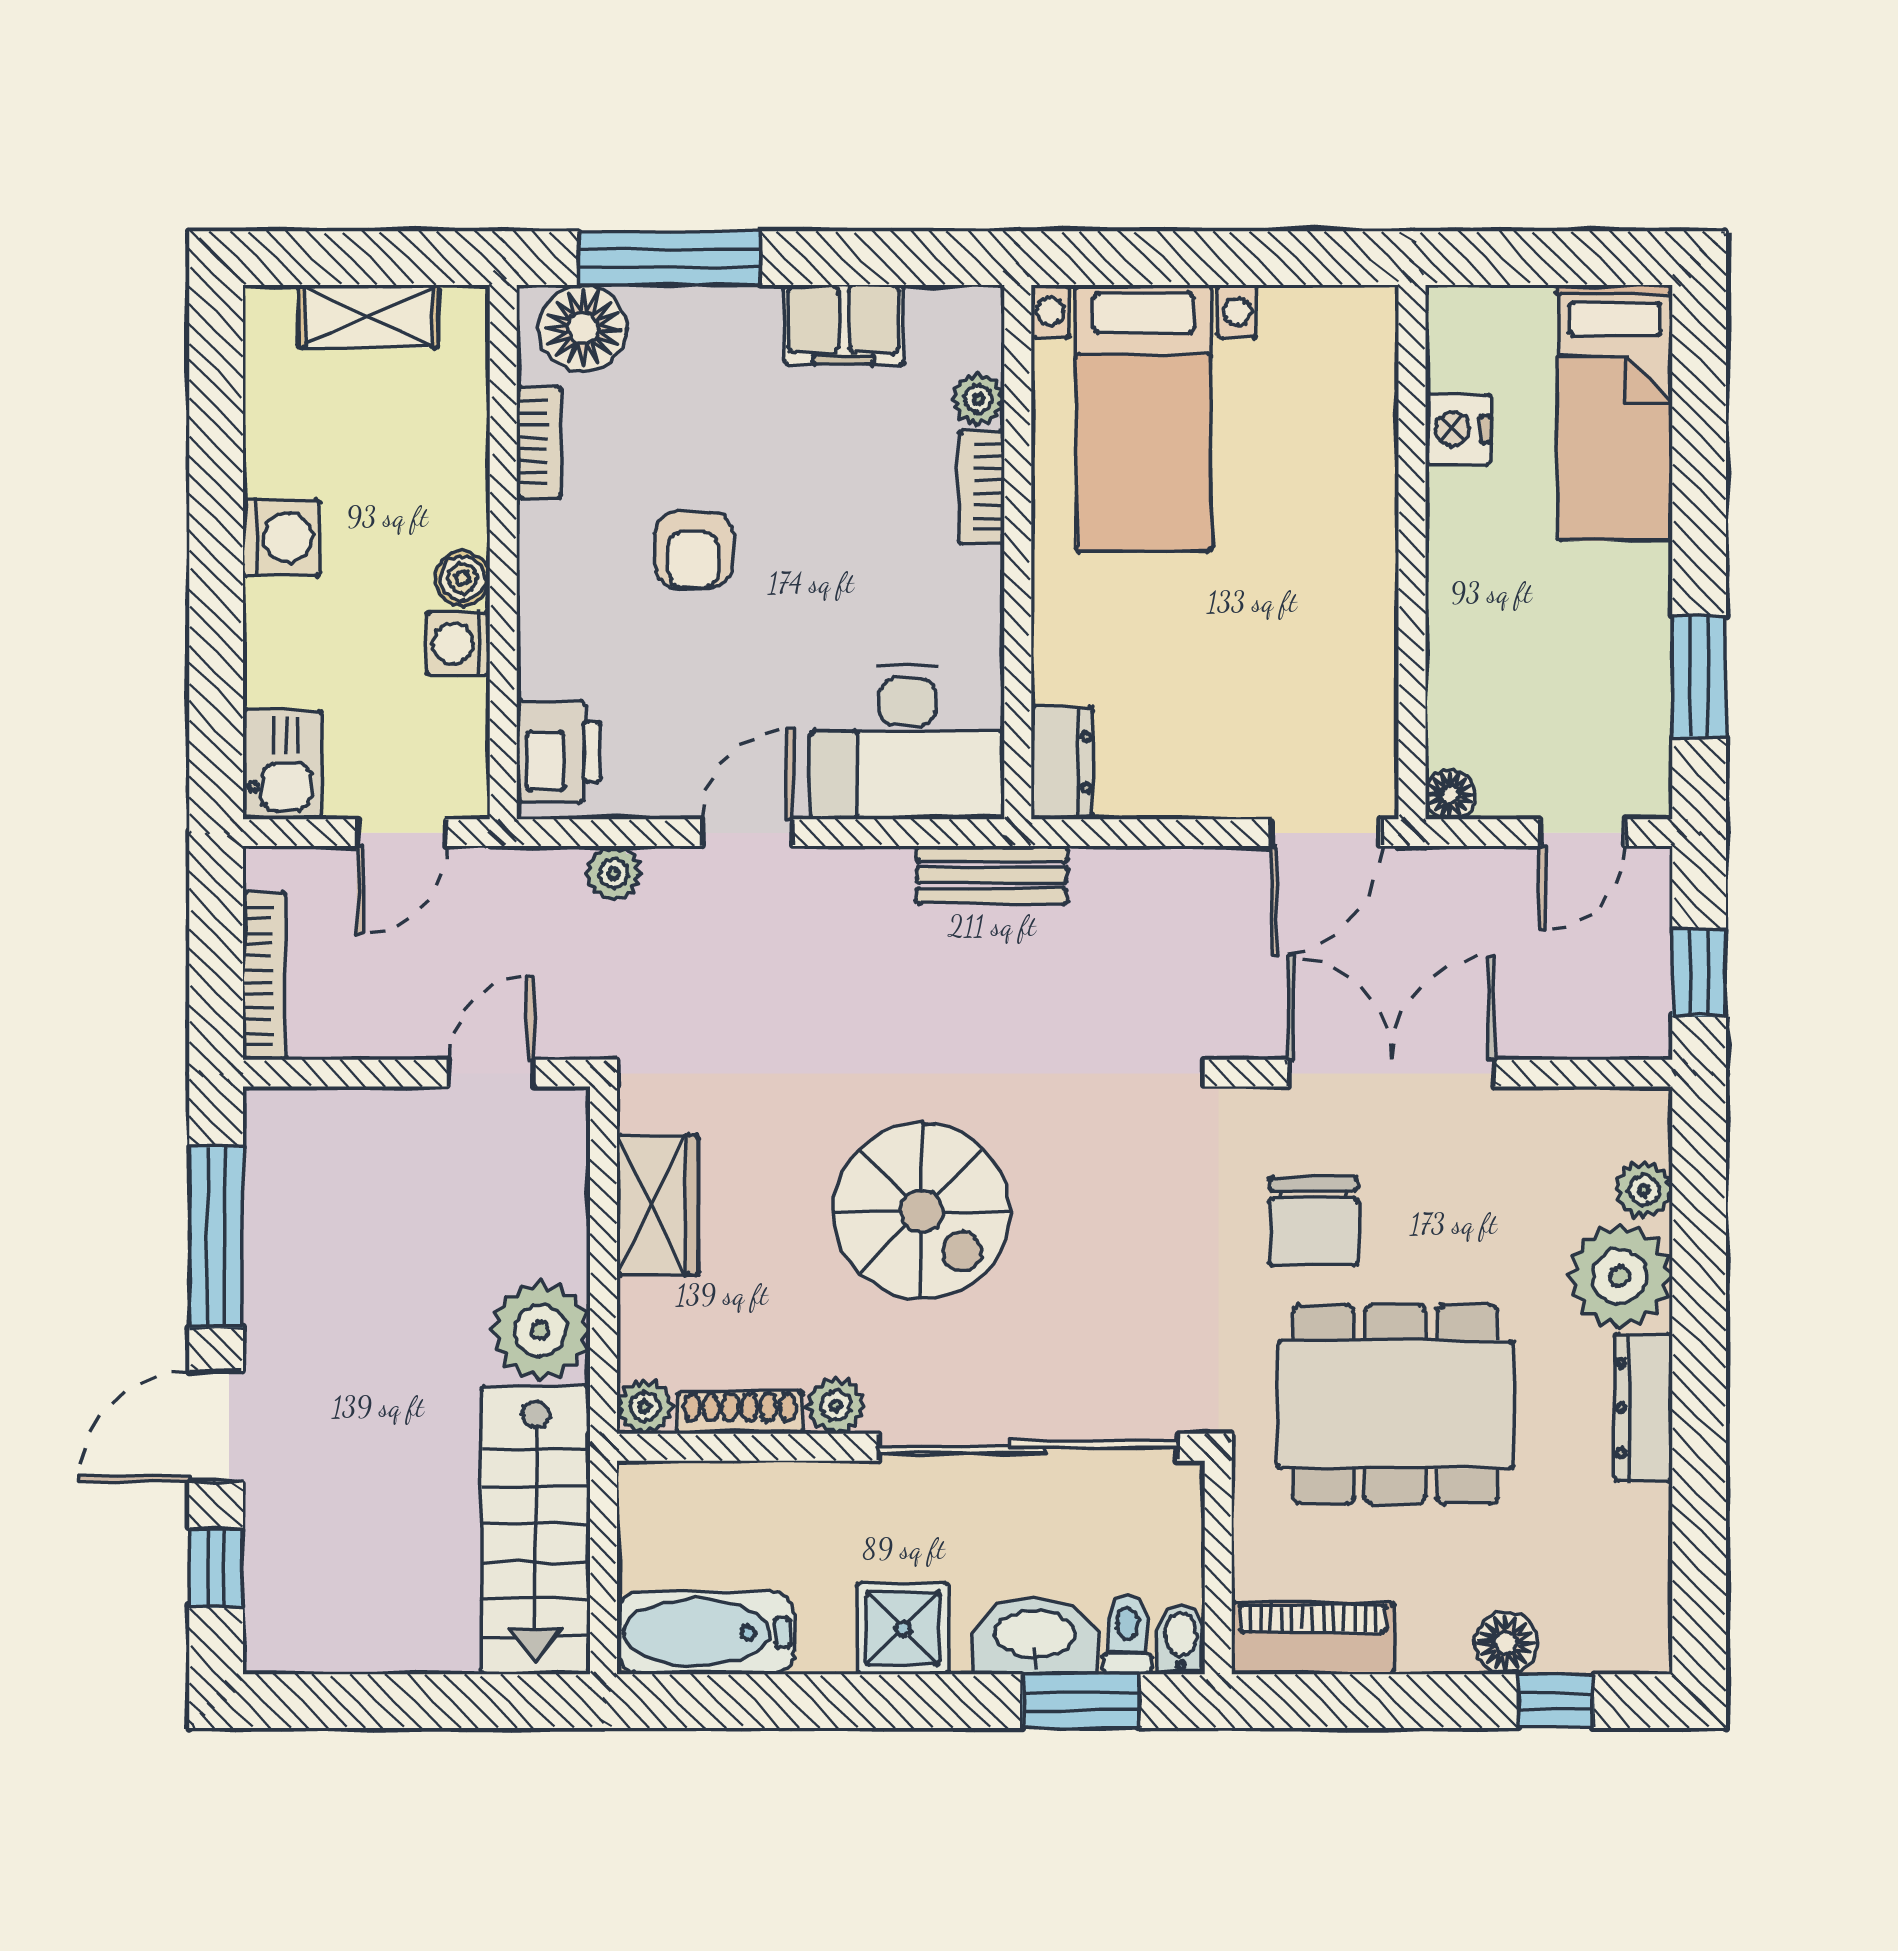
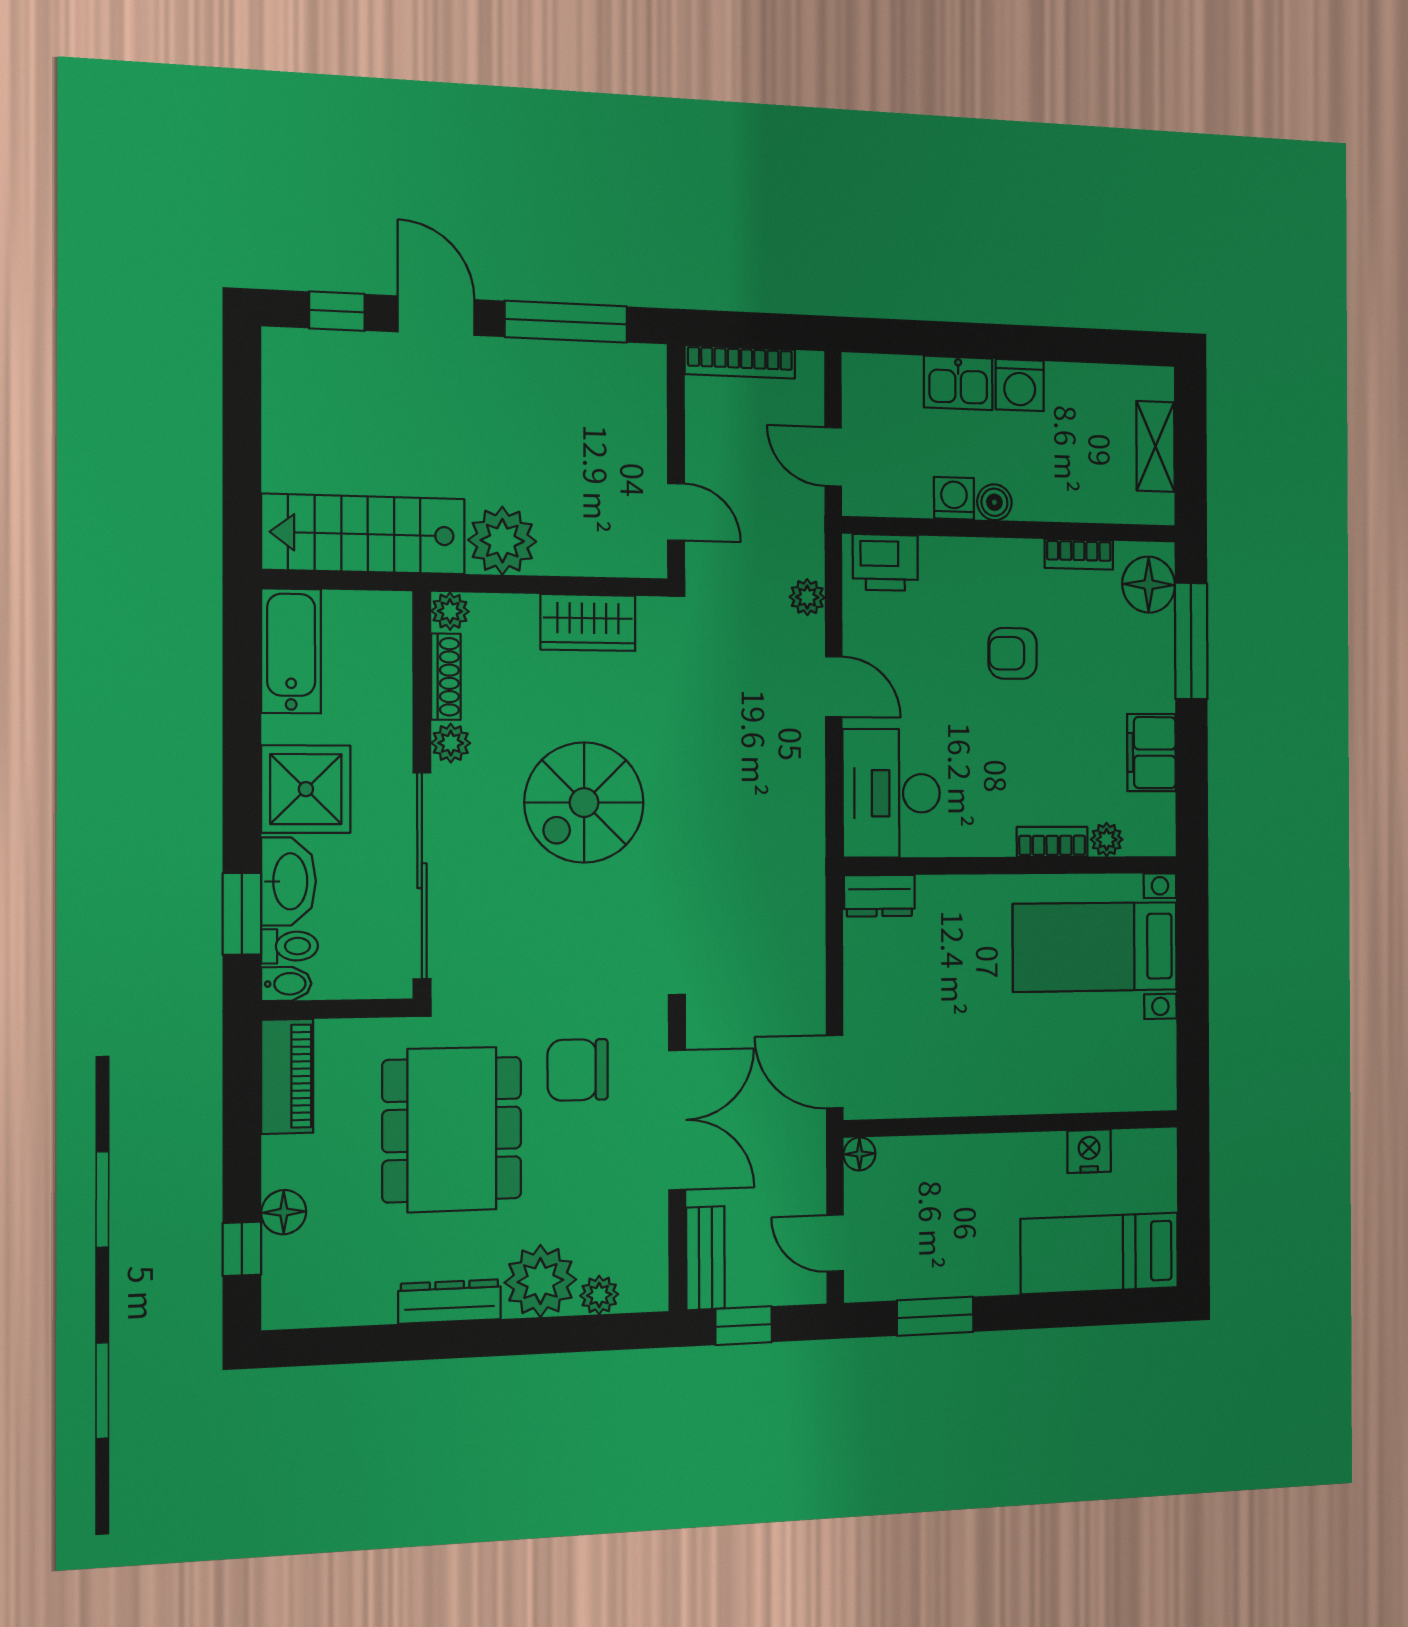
kitchen sink: (282, 765) -> (958, 383), moved
bench: (992, 875) -> (705, 1258), moved
shower: (903, 1628) -> (306, 789), width x1.36, depth x1.36

